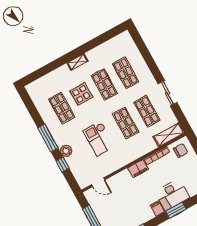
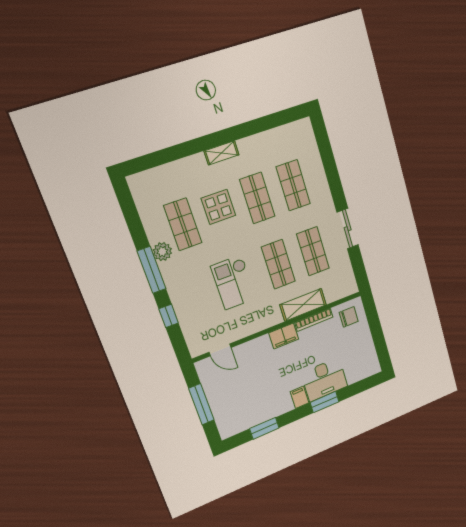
shelving: (169, 135) -> (303, 305), moved
plant: (66, 151) -> (162, 252), moved

